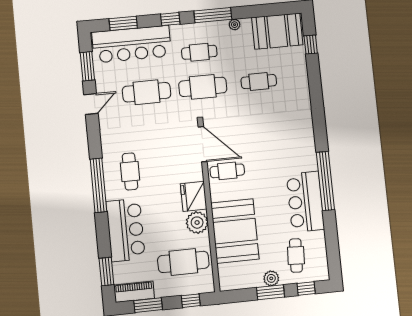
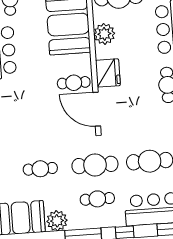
plant: (235, 25) -> (57, 221), width x1.88, depth x1.88
fridge: (194, 196) -> (108, 73), moved

